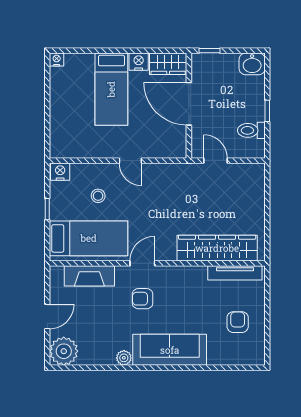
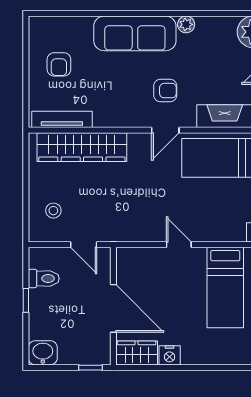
bed: (111, 89) -> (225, 288), moved, turned 180
stool: (98, 196) -> (53, 211), moved

